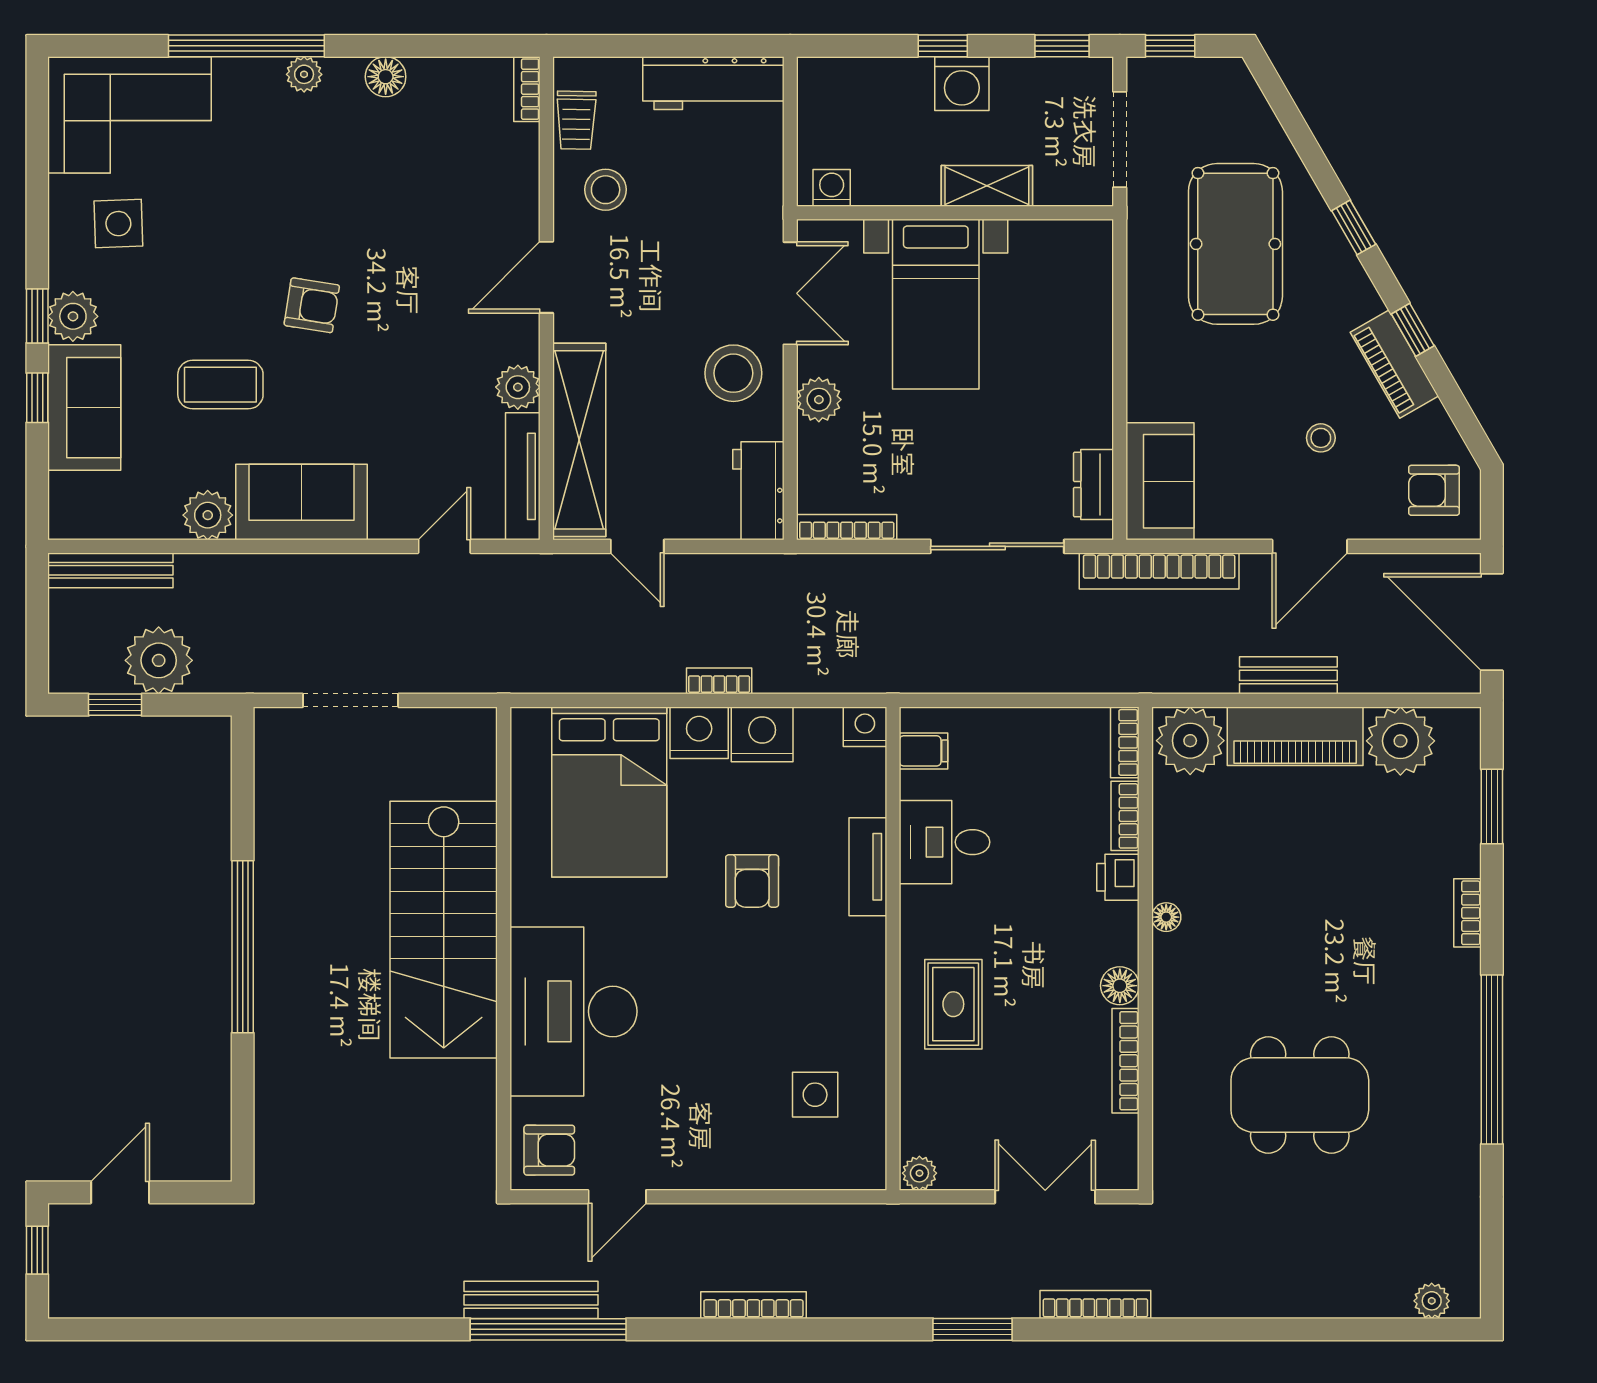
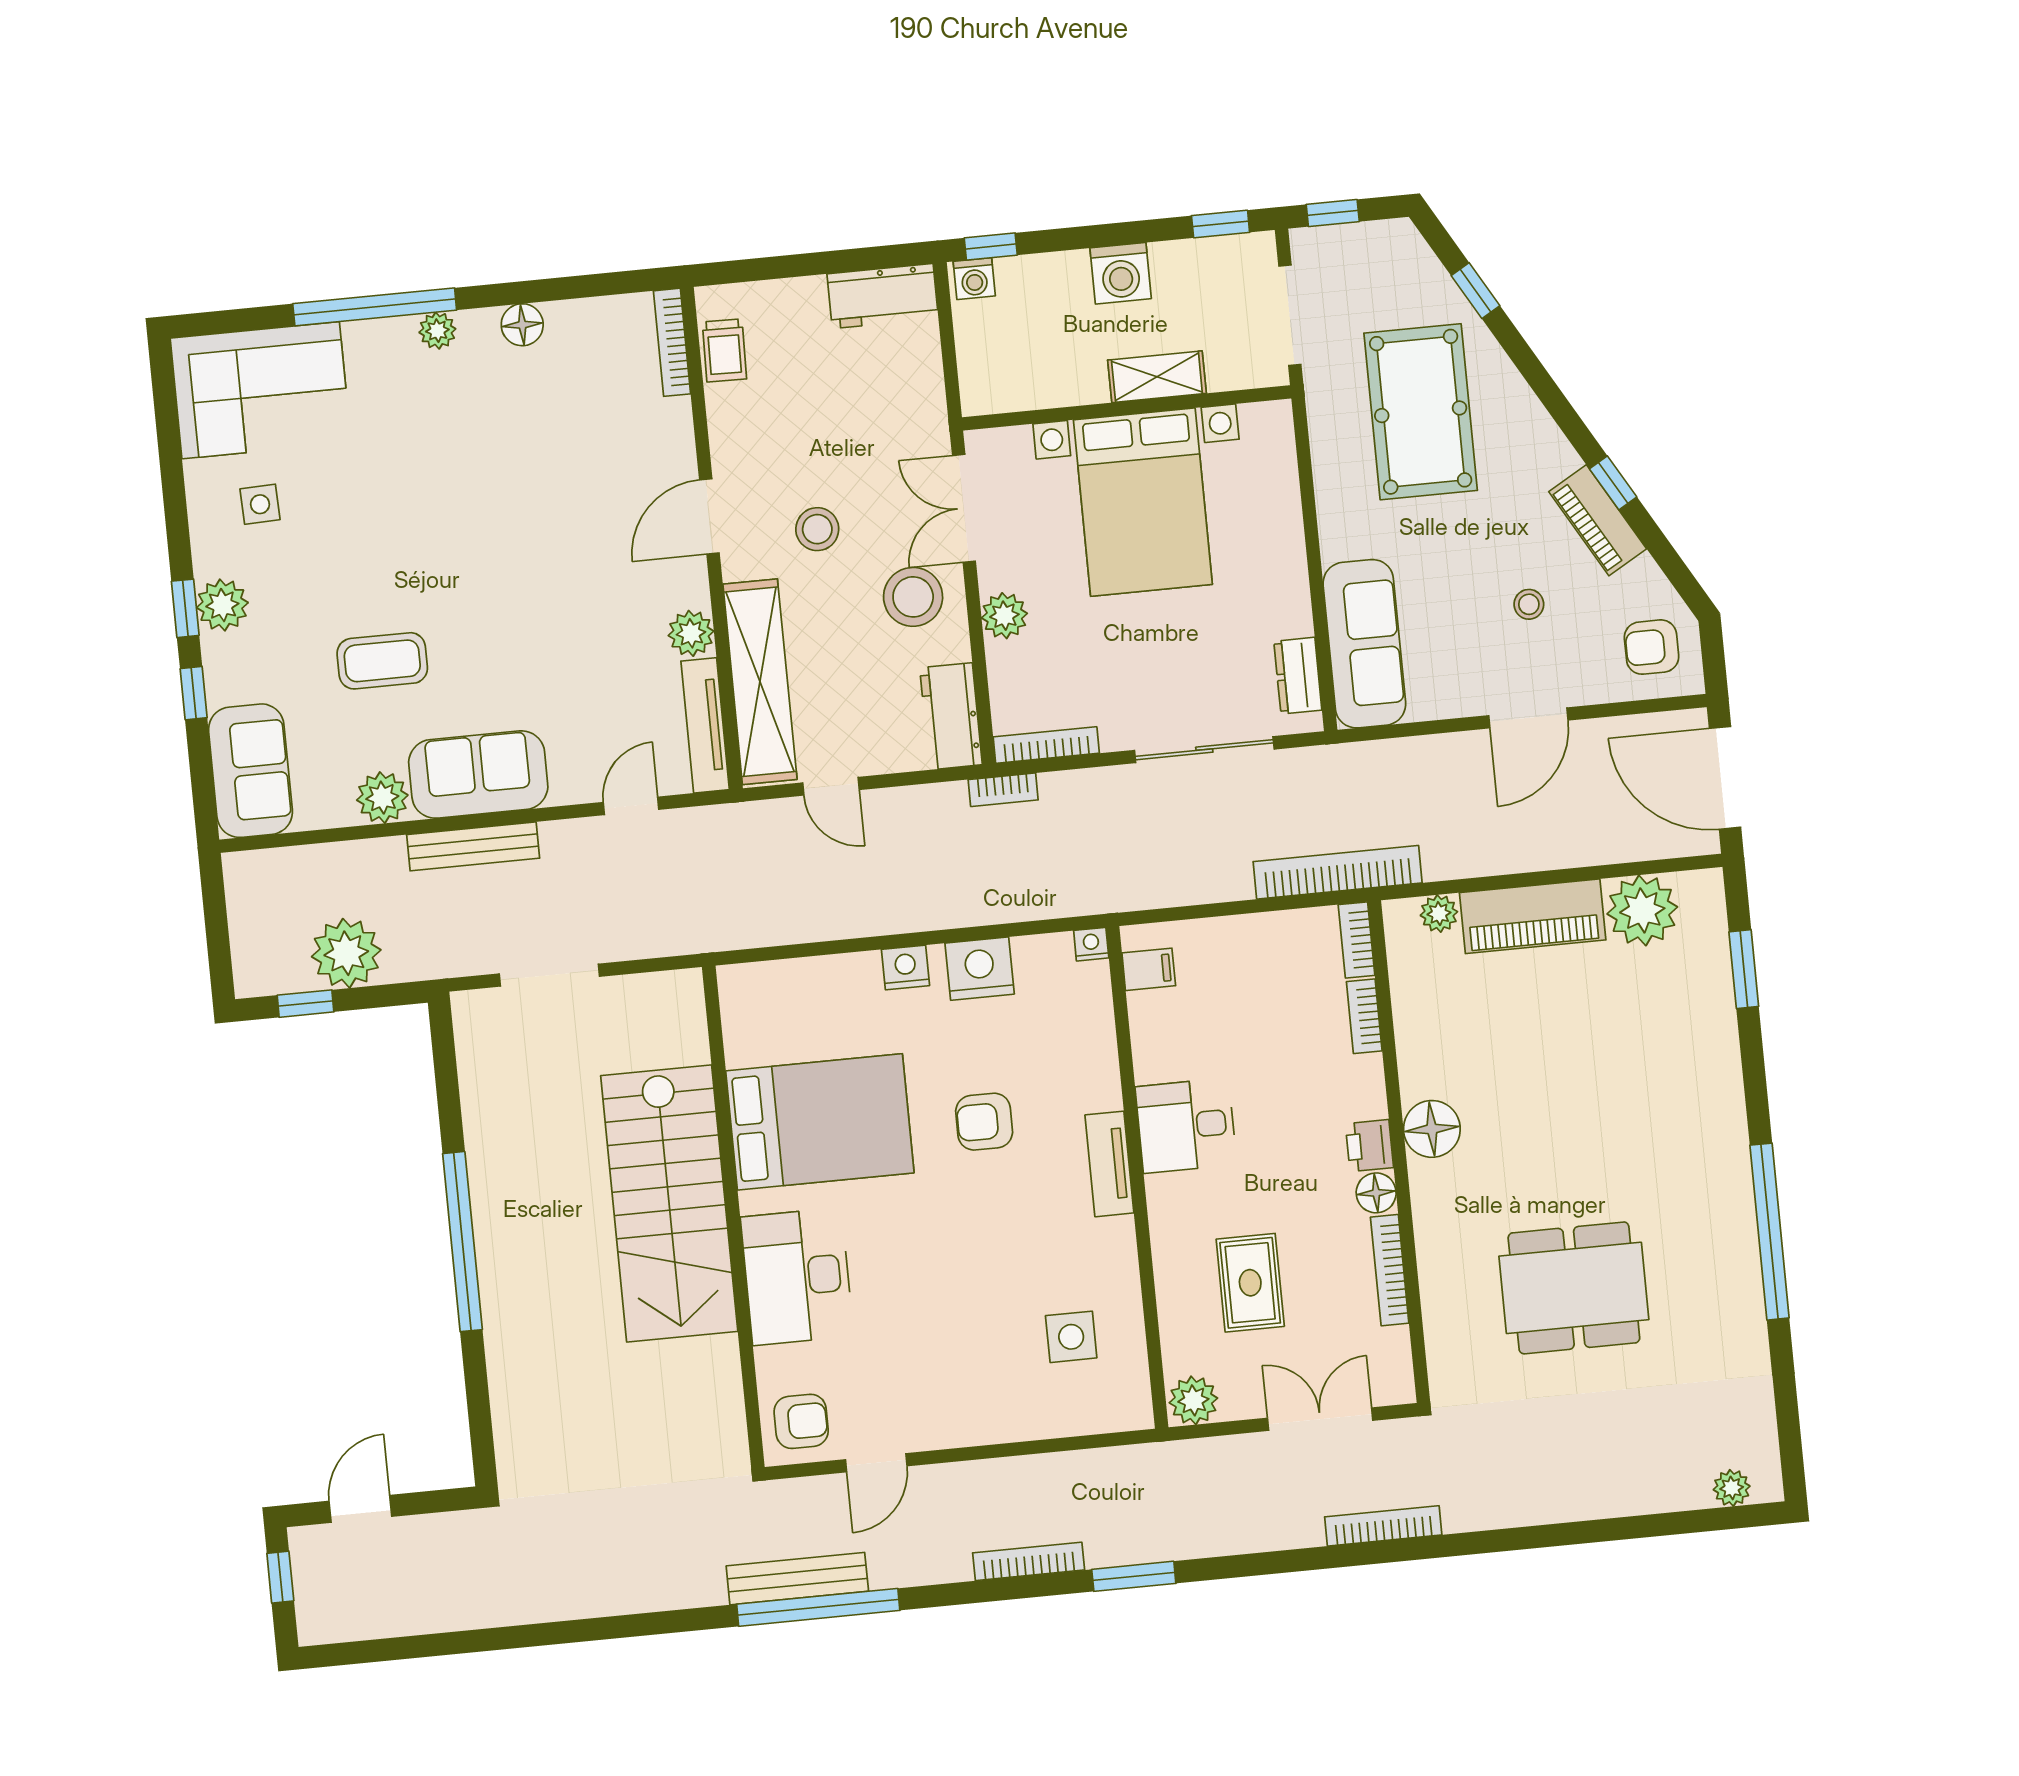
window: (943, 46) -> (991, 247), moved
workbench: (713, 83) -> (883, 296), width x0.73
bookcase: (527, 89) -> (672, 342), width x1.56
washing machine: (832, 188) -> (974, 279), moved, turned 180
stool: (606, 190) -> (817, 529), moved
side table: (118, 224) -> (260, 504), width x0.73, depth x0.73
window: (1354, 227) -> (1476, 291), moved
double door: (790, 293) -> (964, 508), swing flipped
bed with nightstands: (936, 304) -> (1143, 502), width x1.36
armchair: (312, 305) -> (469, 569), removed
sofa: (84, 408) -> (250, 771), moved
sofa: (1160, 481) -> (1364, 644), width x1.36
bench: (110, 570) -> (473, 846), moved
bookcase: (1159, 571) -> (1338, 872), moved, turned 180
bench: (1288, 675) -> (1519, 854), removed
bookcase: (719, 681) -> (1003, 790), moved, turned 180
nightstand: (865, 727) -> (1091, 944), width x0.72, depth x0.74
nightstand: (699, 733) -> (905, 967), width x0.74, depth x0.75
plant: (1190, 741) -> (1439, 914), width x0.53, depth x0.53
bed: (609, 792) -> (820, 1122), moved, turned -90
desk: (945, 842) -> (1186, 1126), moved
tv unit: (868, 867) -> (1109, 1164), moved
printer: (1118, 877) -> (1369, 1146), moved
armchair: (752, 881) -> (984, 1122), turned 90
bookcase: (1467, 913) -> (1729, 1082), removed
floor lamp: (1166, 917) -> (1432, 1129), width x1.89, depth x1.89
rug: (953, 1004) -> (1250, 1283), moved
desk: (573, 1011) -> (797, 1277), width x0.73, depth x0.77
plant: (919, 1173) -> (1193, 1400), width x1.38, depth x1.38
window: (972, 1329) -> (1134, 1576), moved

